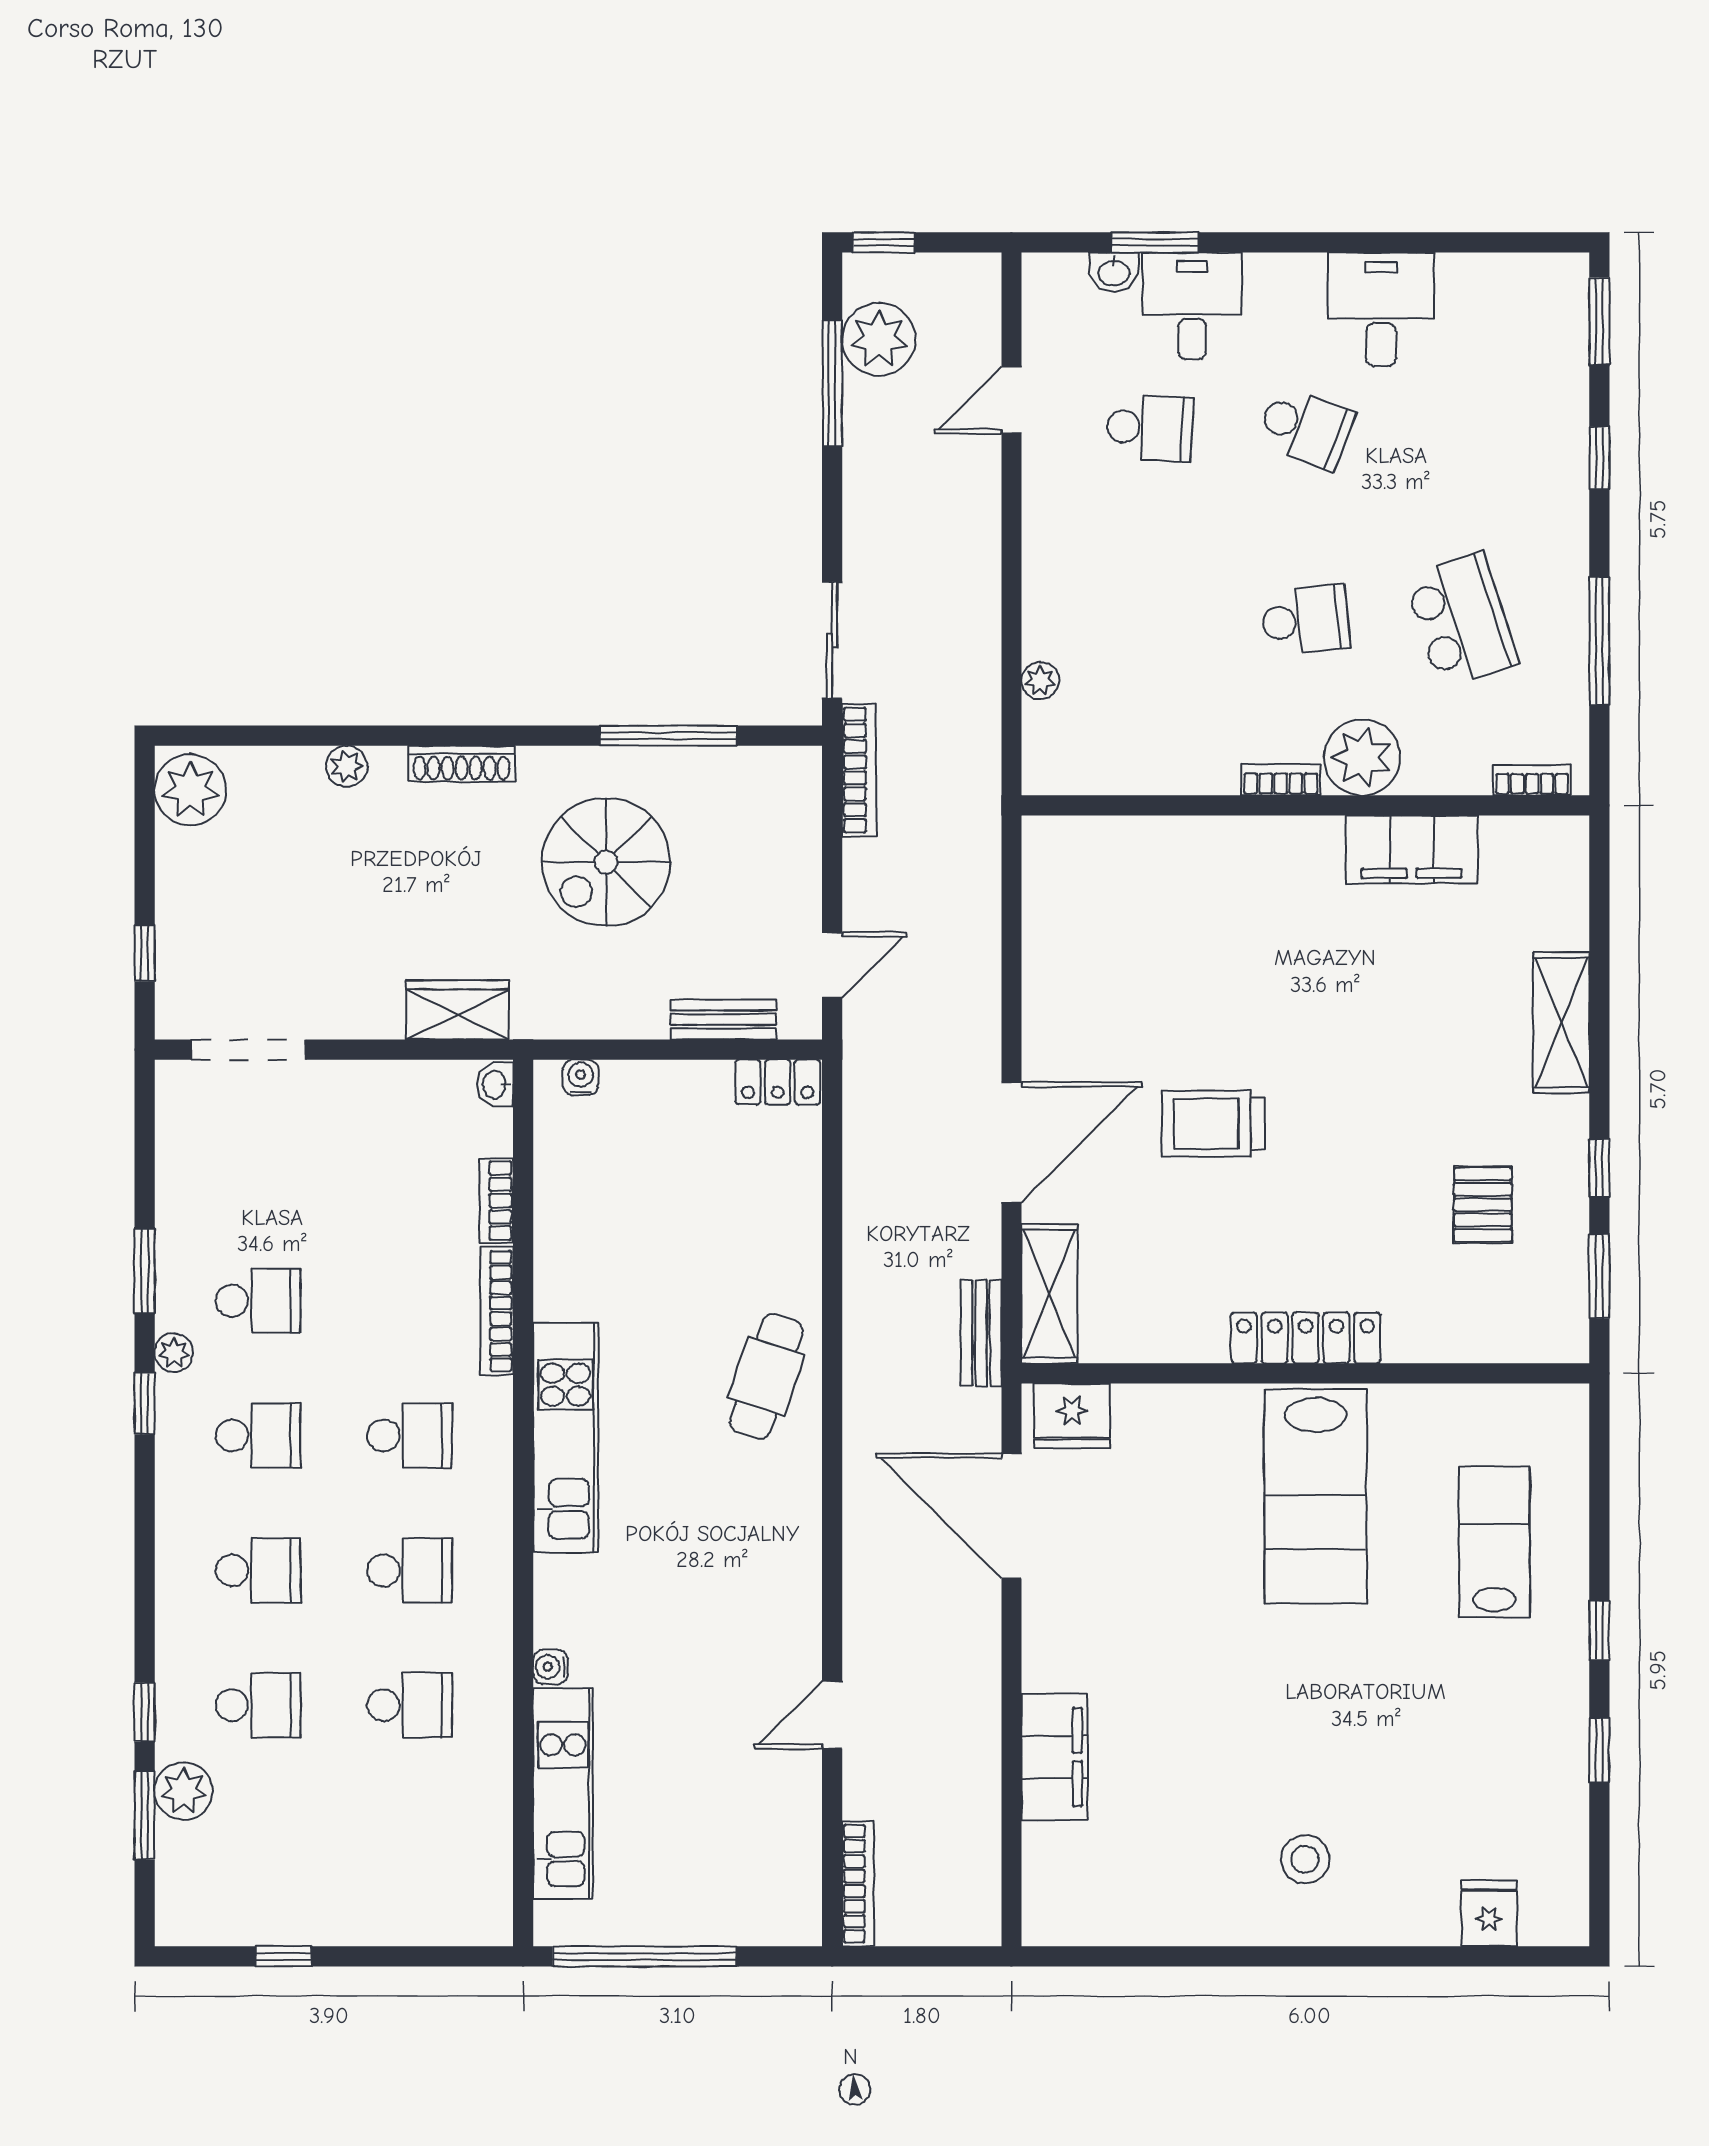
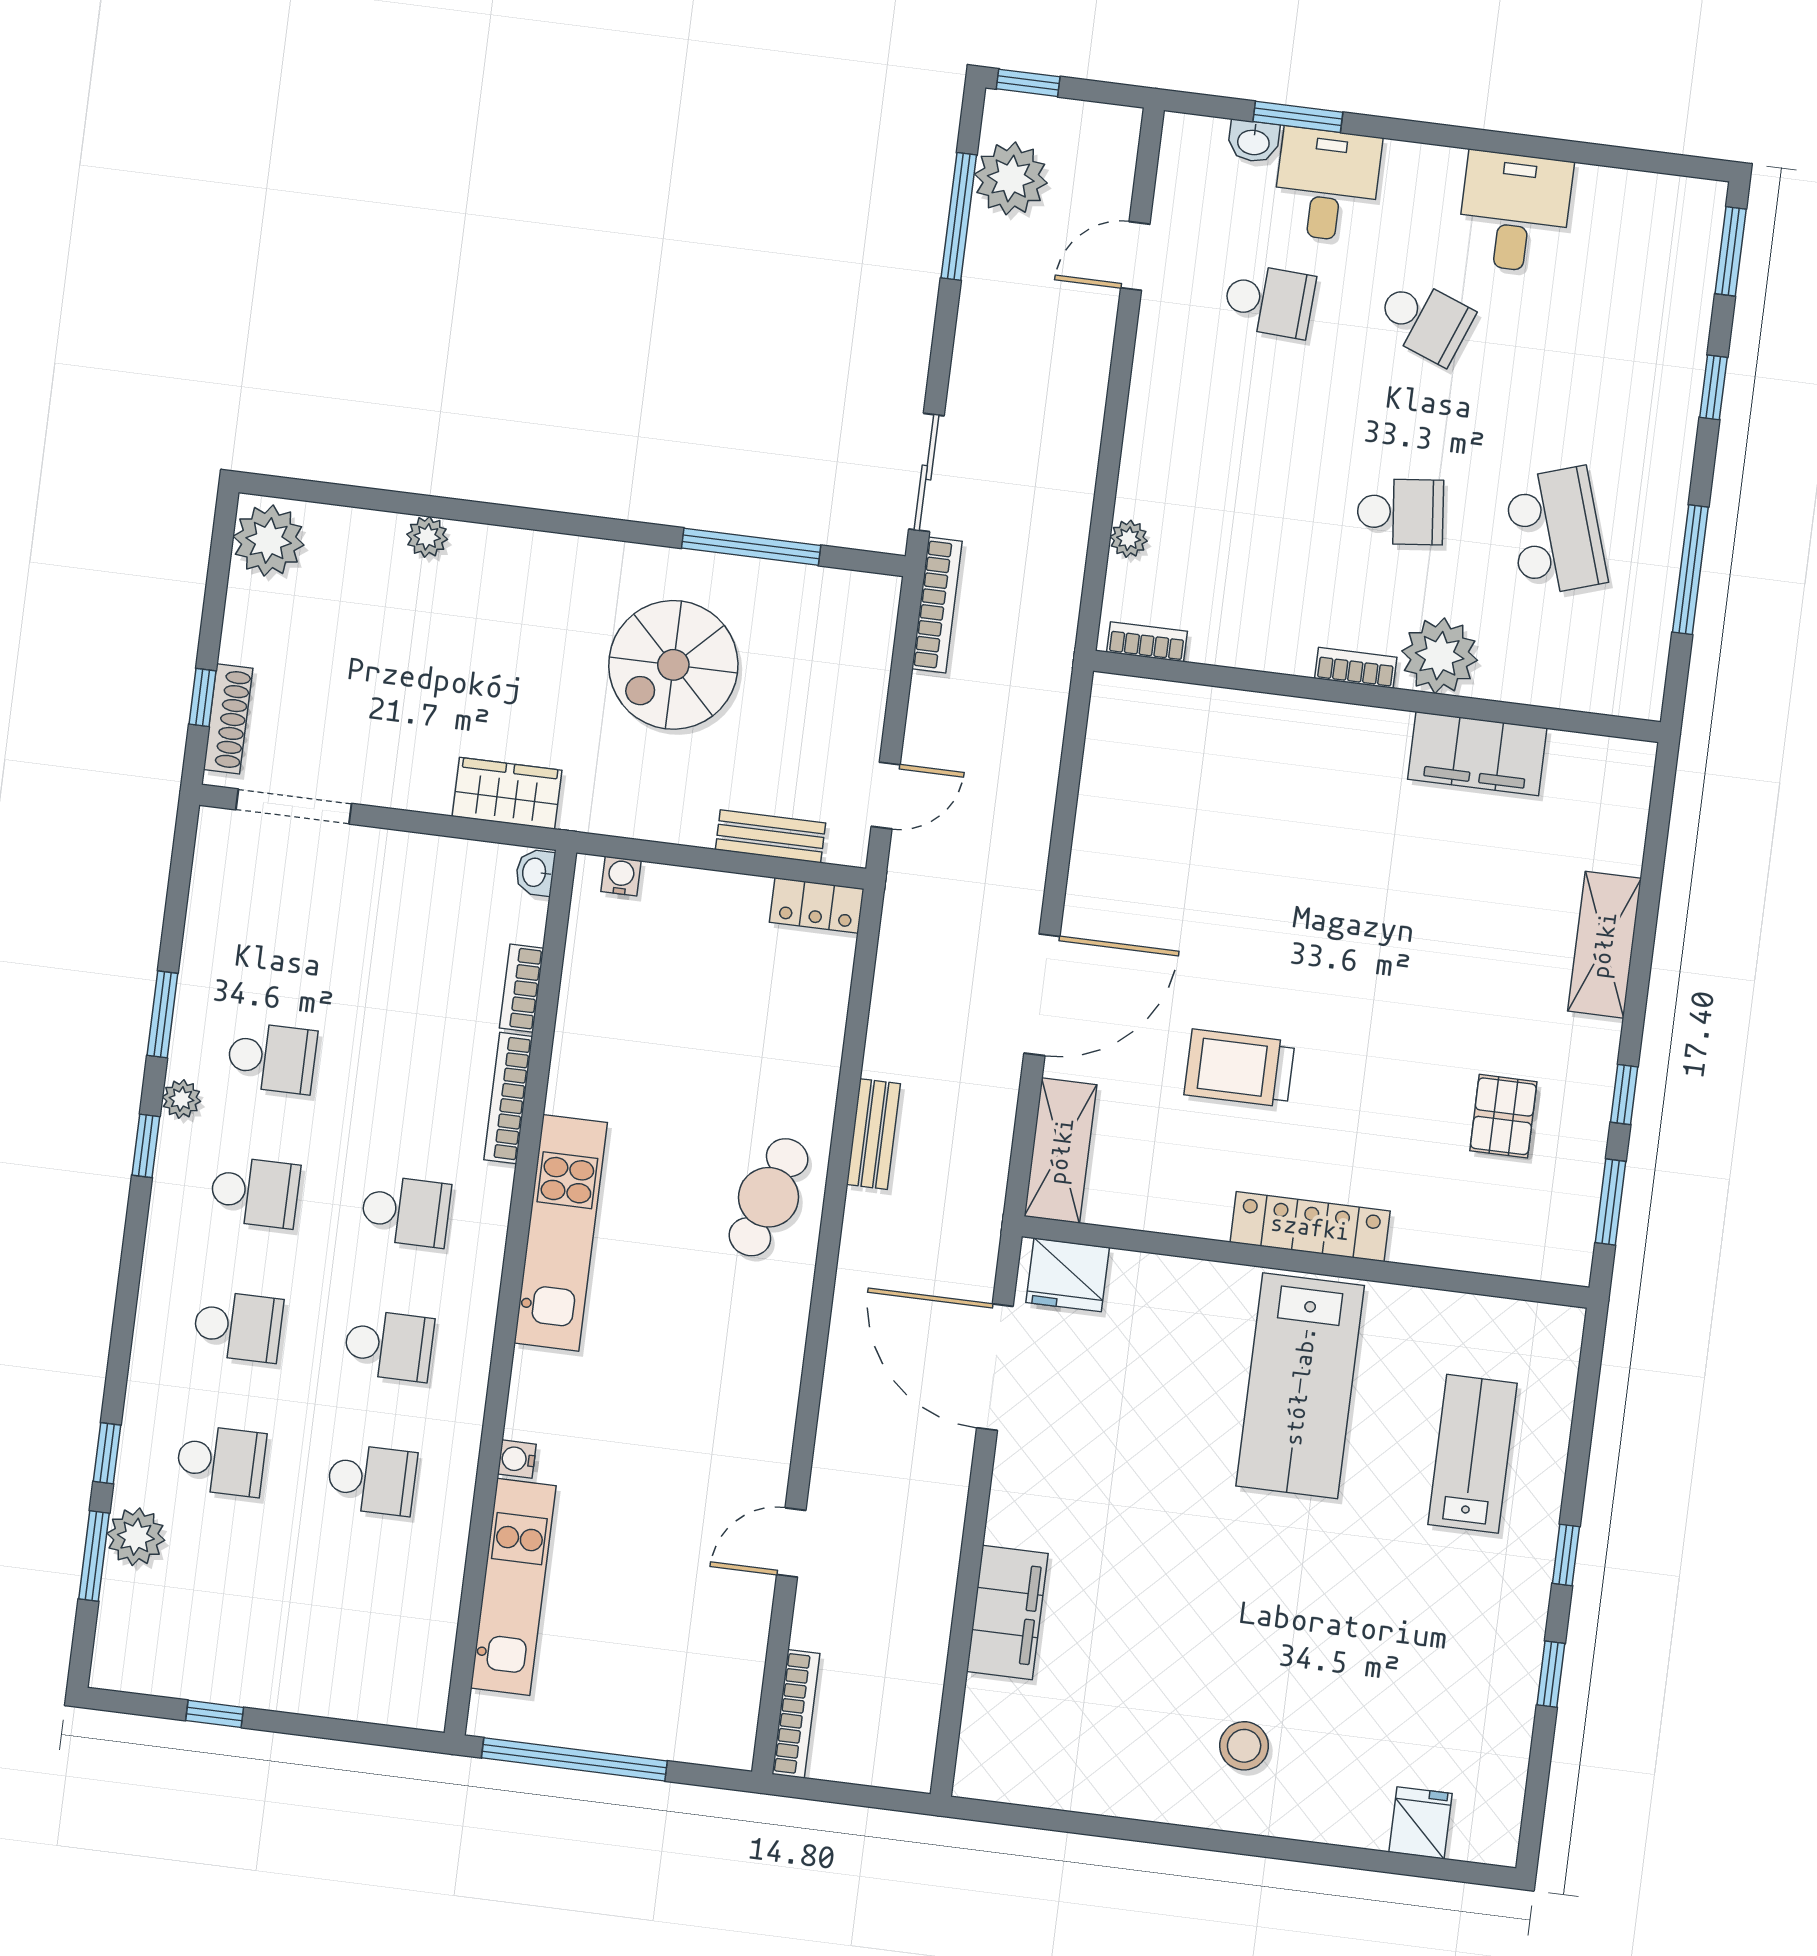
shoe rack: (462, 764) -> (228, 719), moved, turned -90
bookcase: (1532, 780) -> (1147, 642), moved
trolley: (1214, 1124) -> (1239, 1068), moved
bench: (981, 1333) -> (874, 1134), moved

